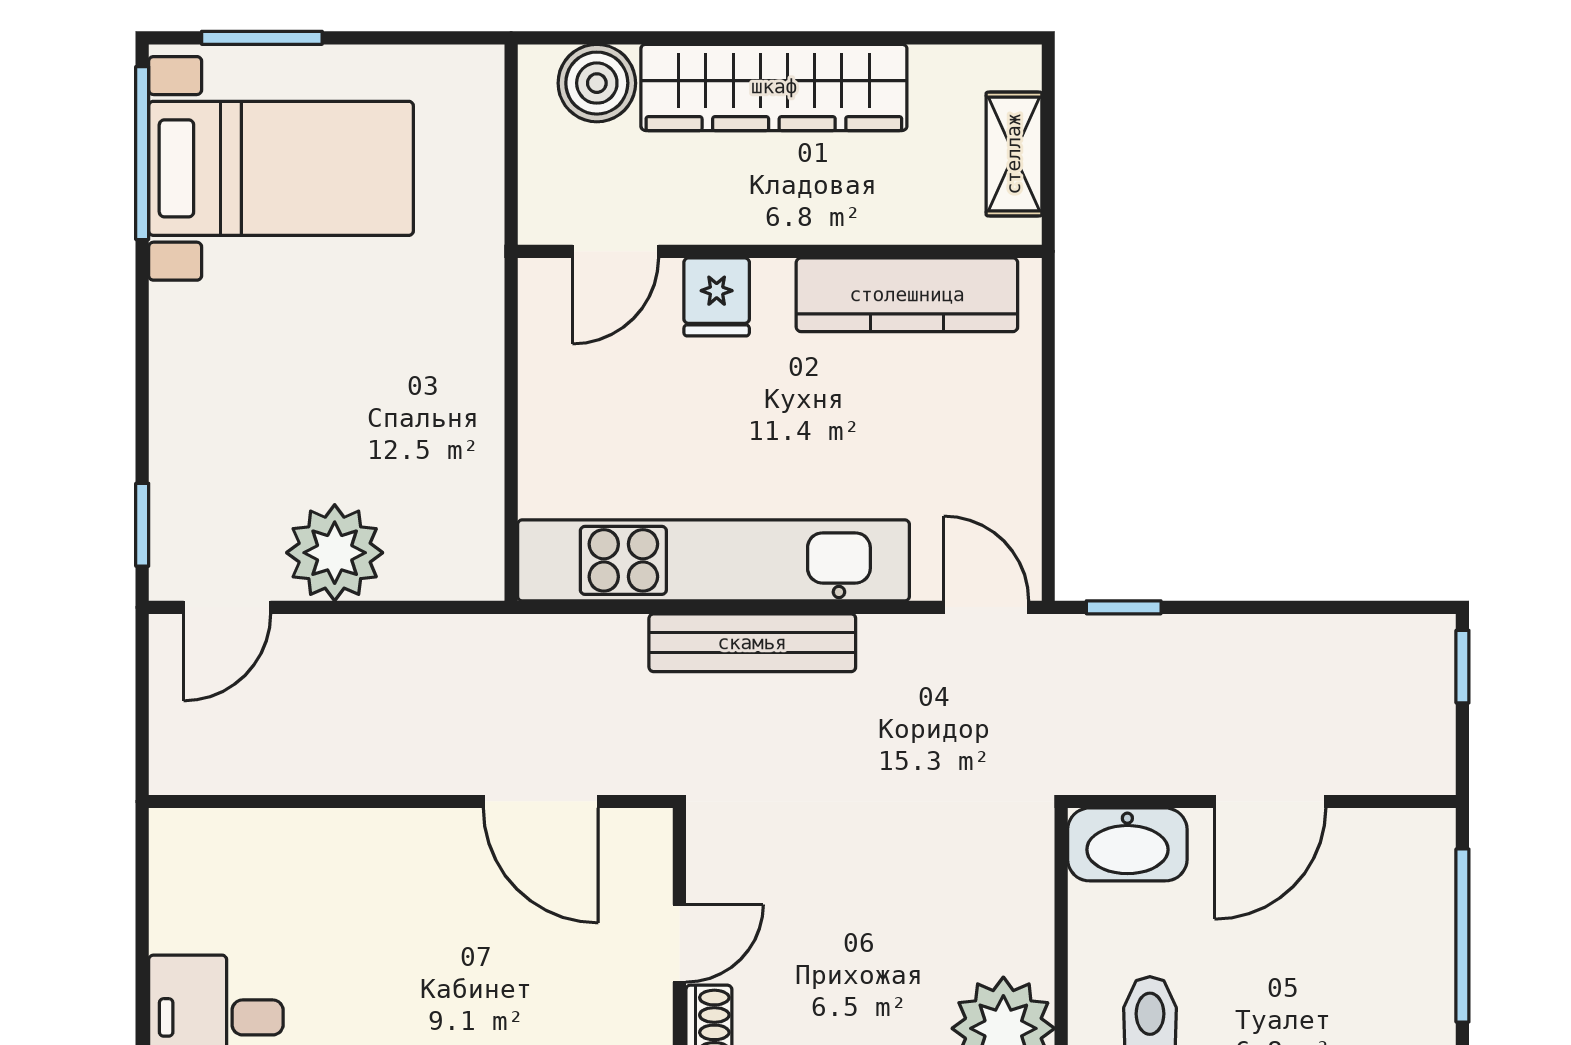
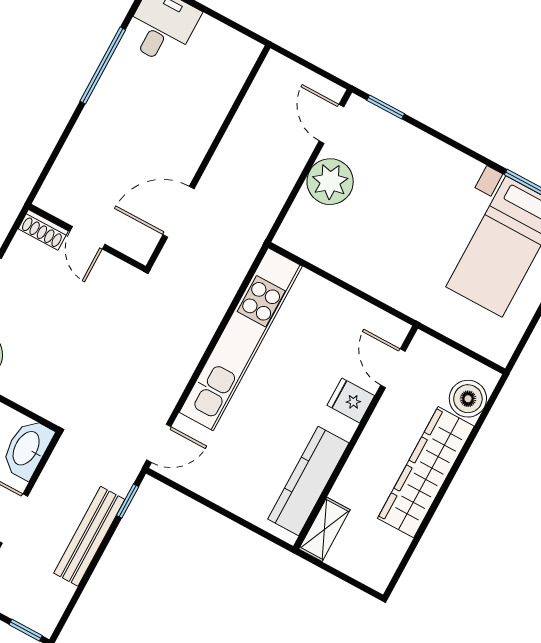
shelving: (1014, 154) -> (324, 529), moved, turned 90
bench: (752, 643) -> (89, 536), moved

